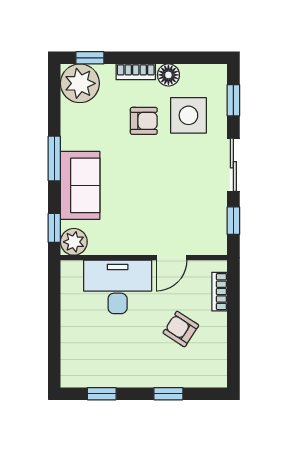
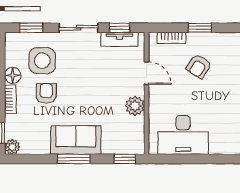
plant: (80, 83) -> (12, 147), width x0.53, depth x0.53
sofa: (80, 185) -> (76, 140), moved
tv unit: (218, 221) -> (119, 39), added
plant: (74, 242) -> (135, 106), moved
desk: (118, 287) -> (183, 135), moved, turned -90
window: (233, 330) -> (200, 28), added

